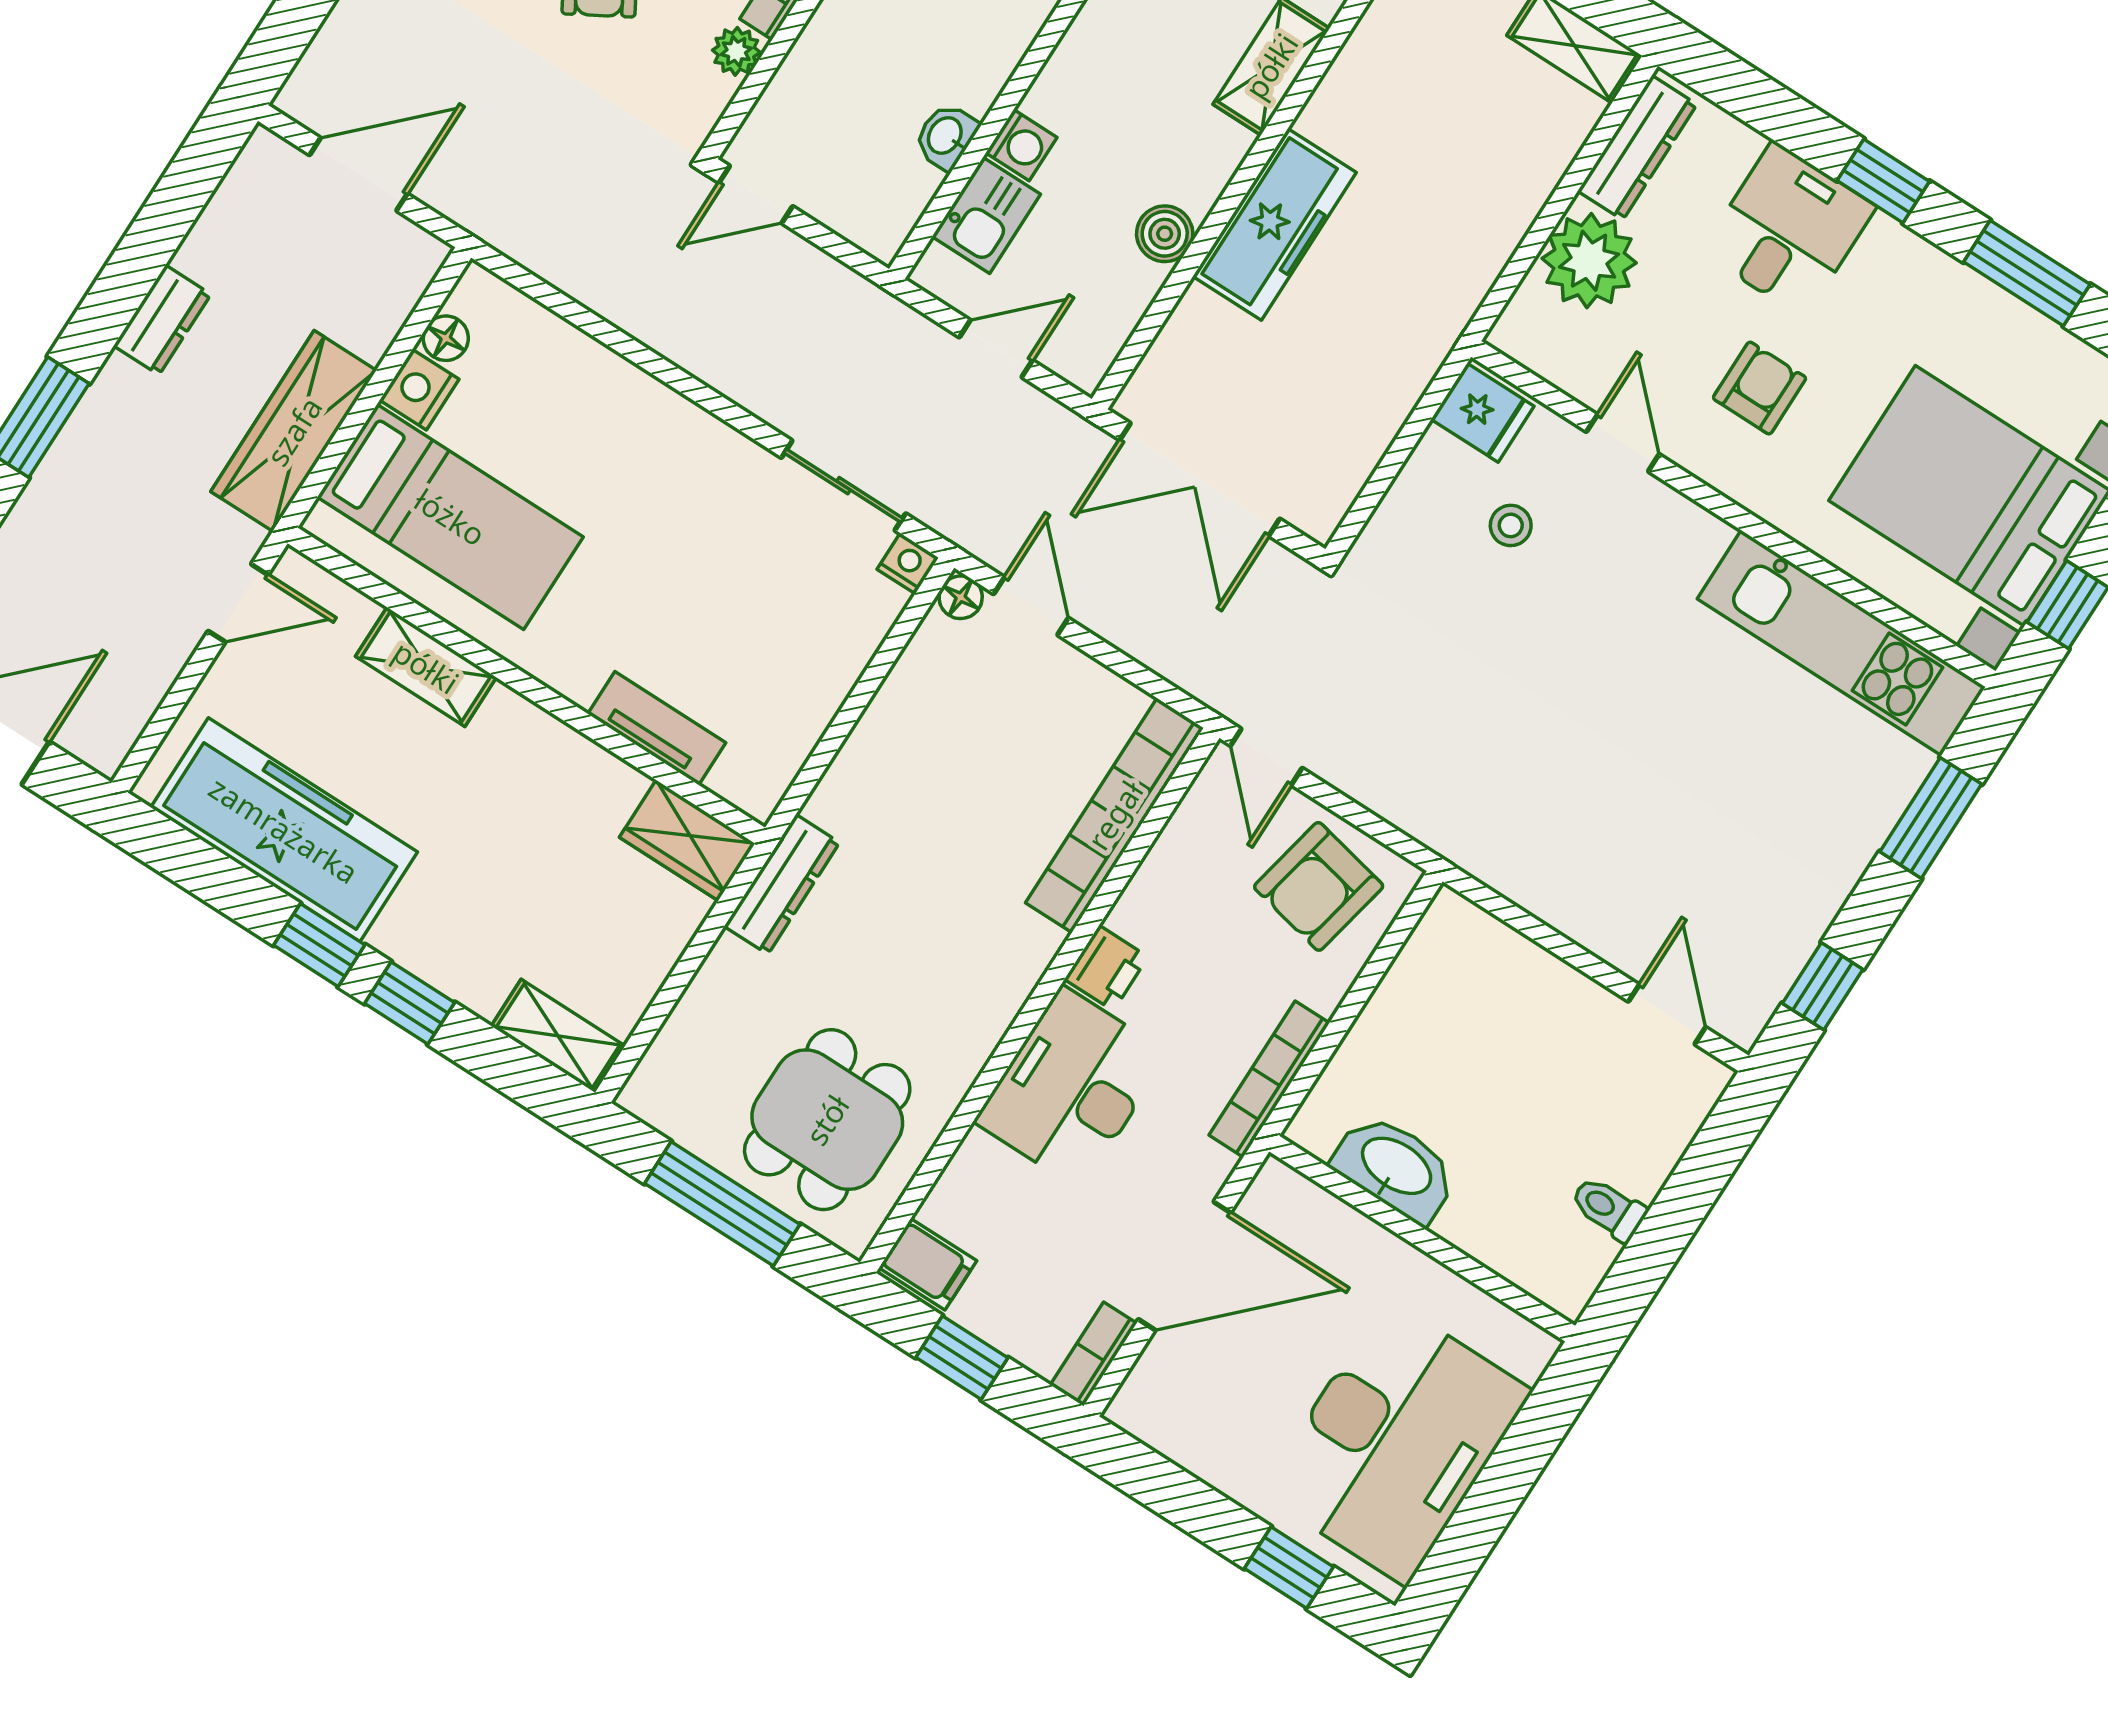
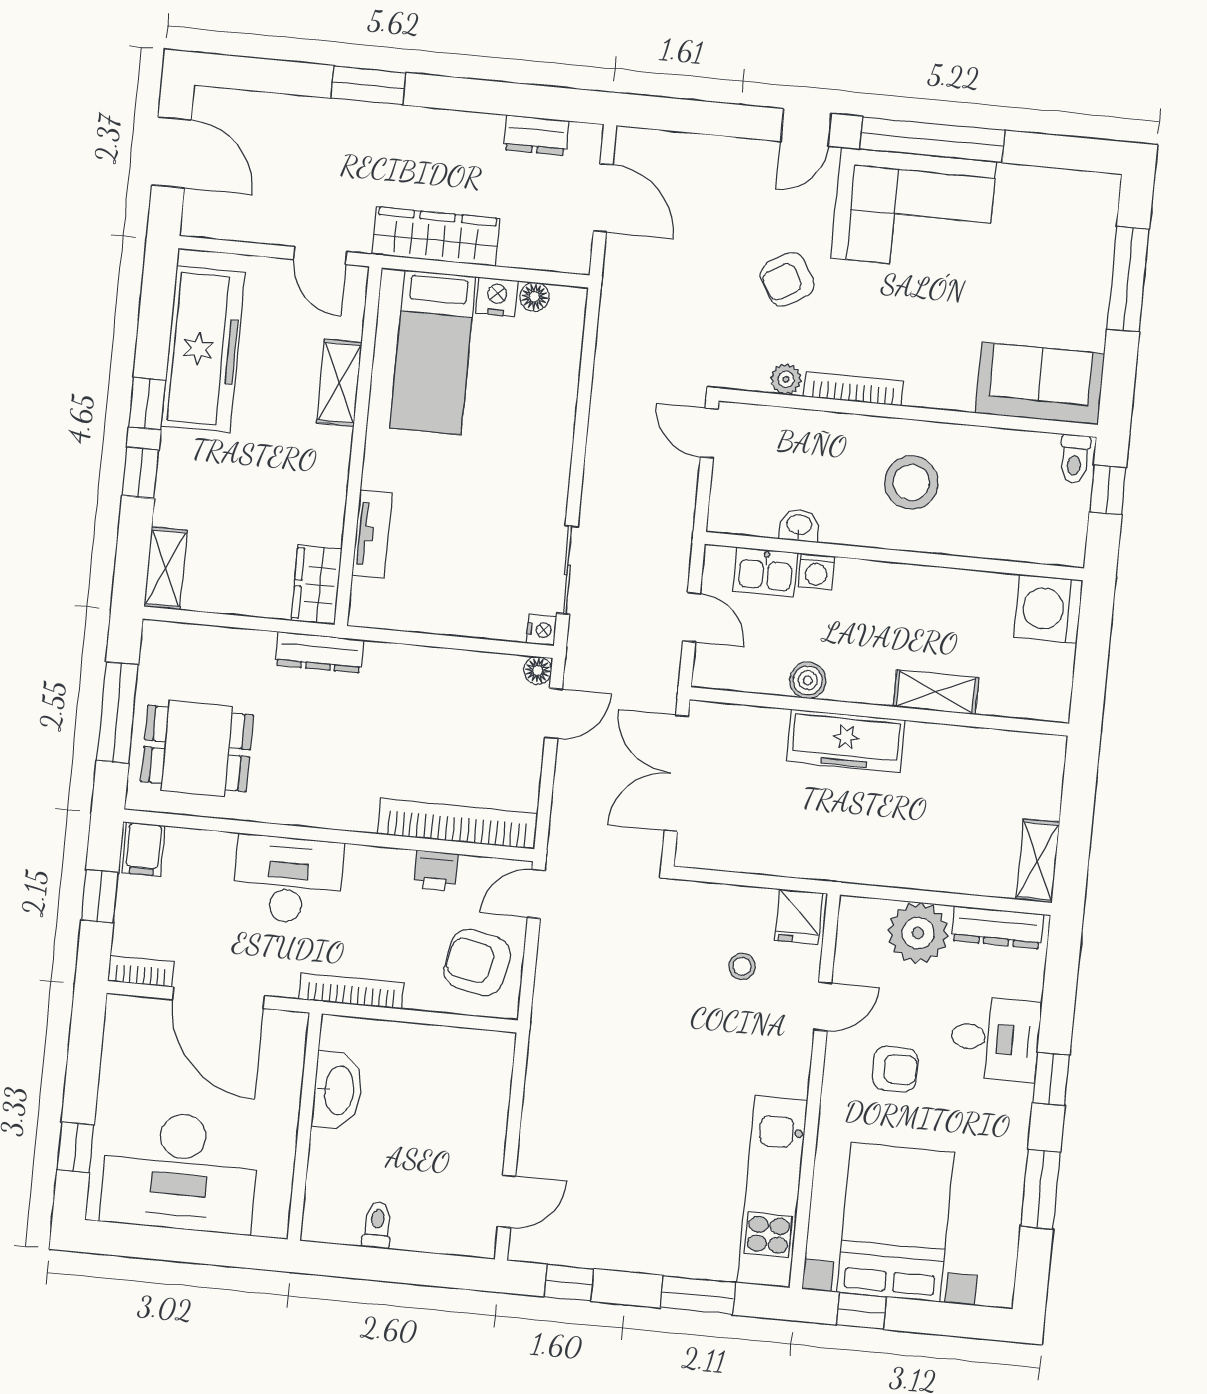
dresser: (162, 320) -> (536, 135), moved
printer: (1106, 968) -> (436, 871), moved

